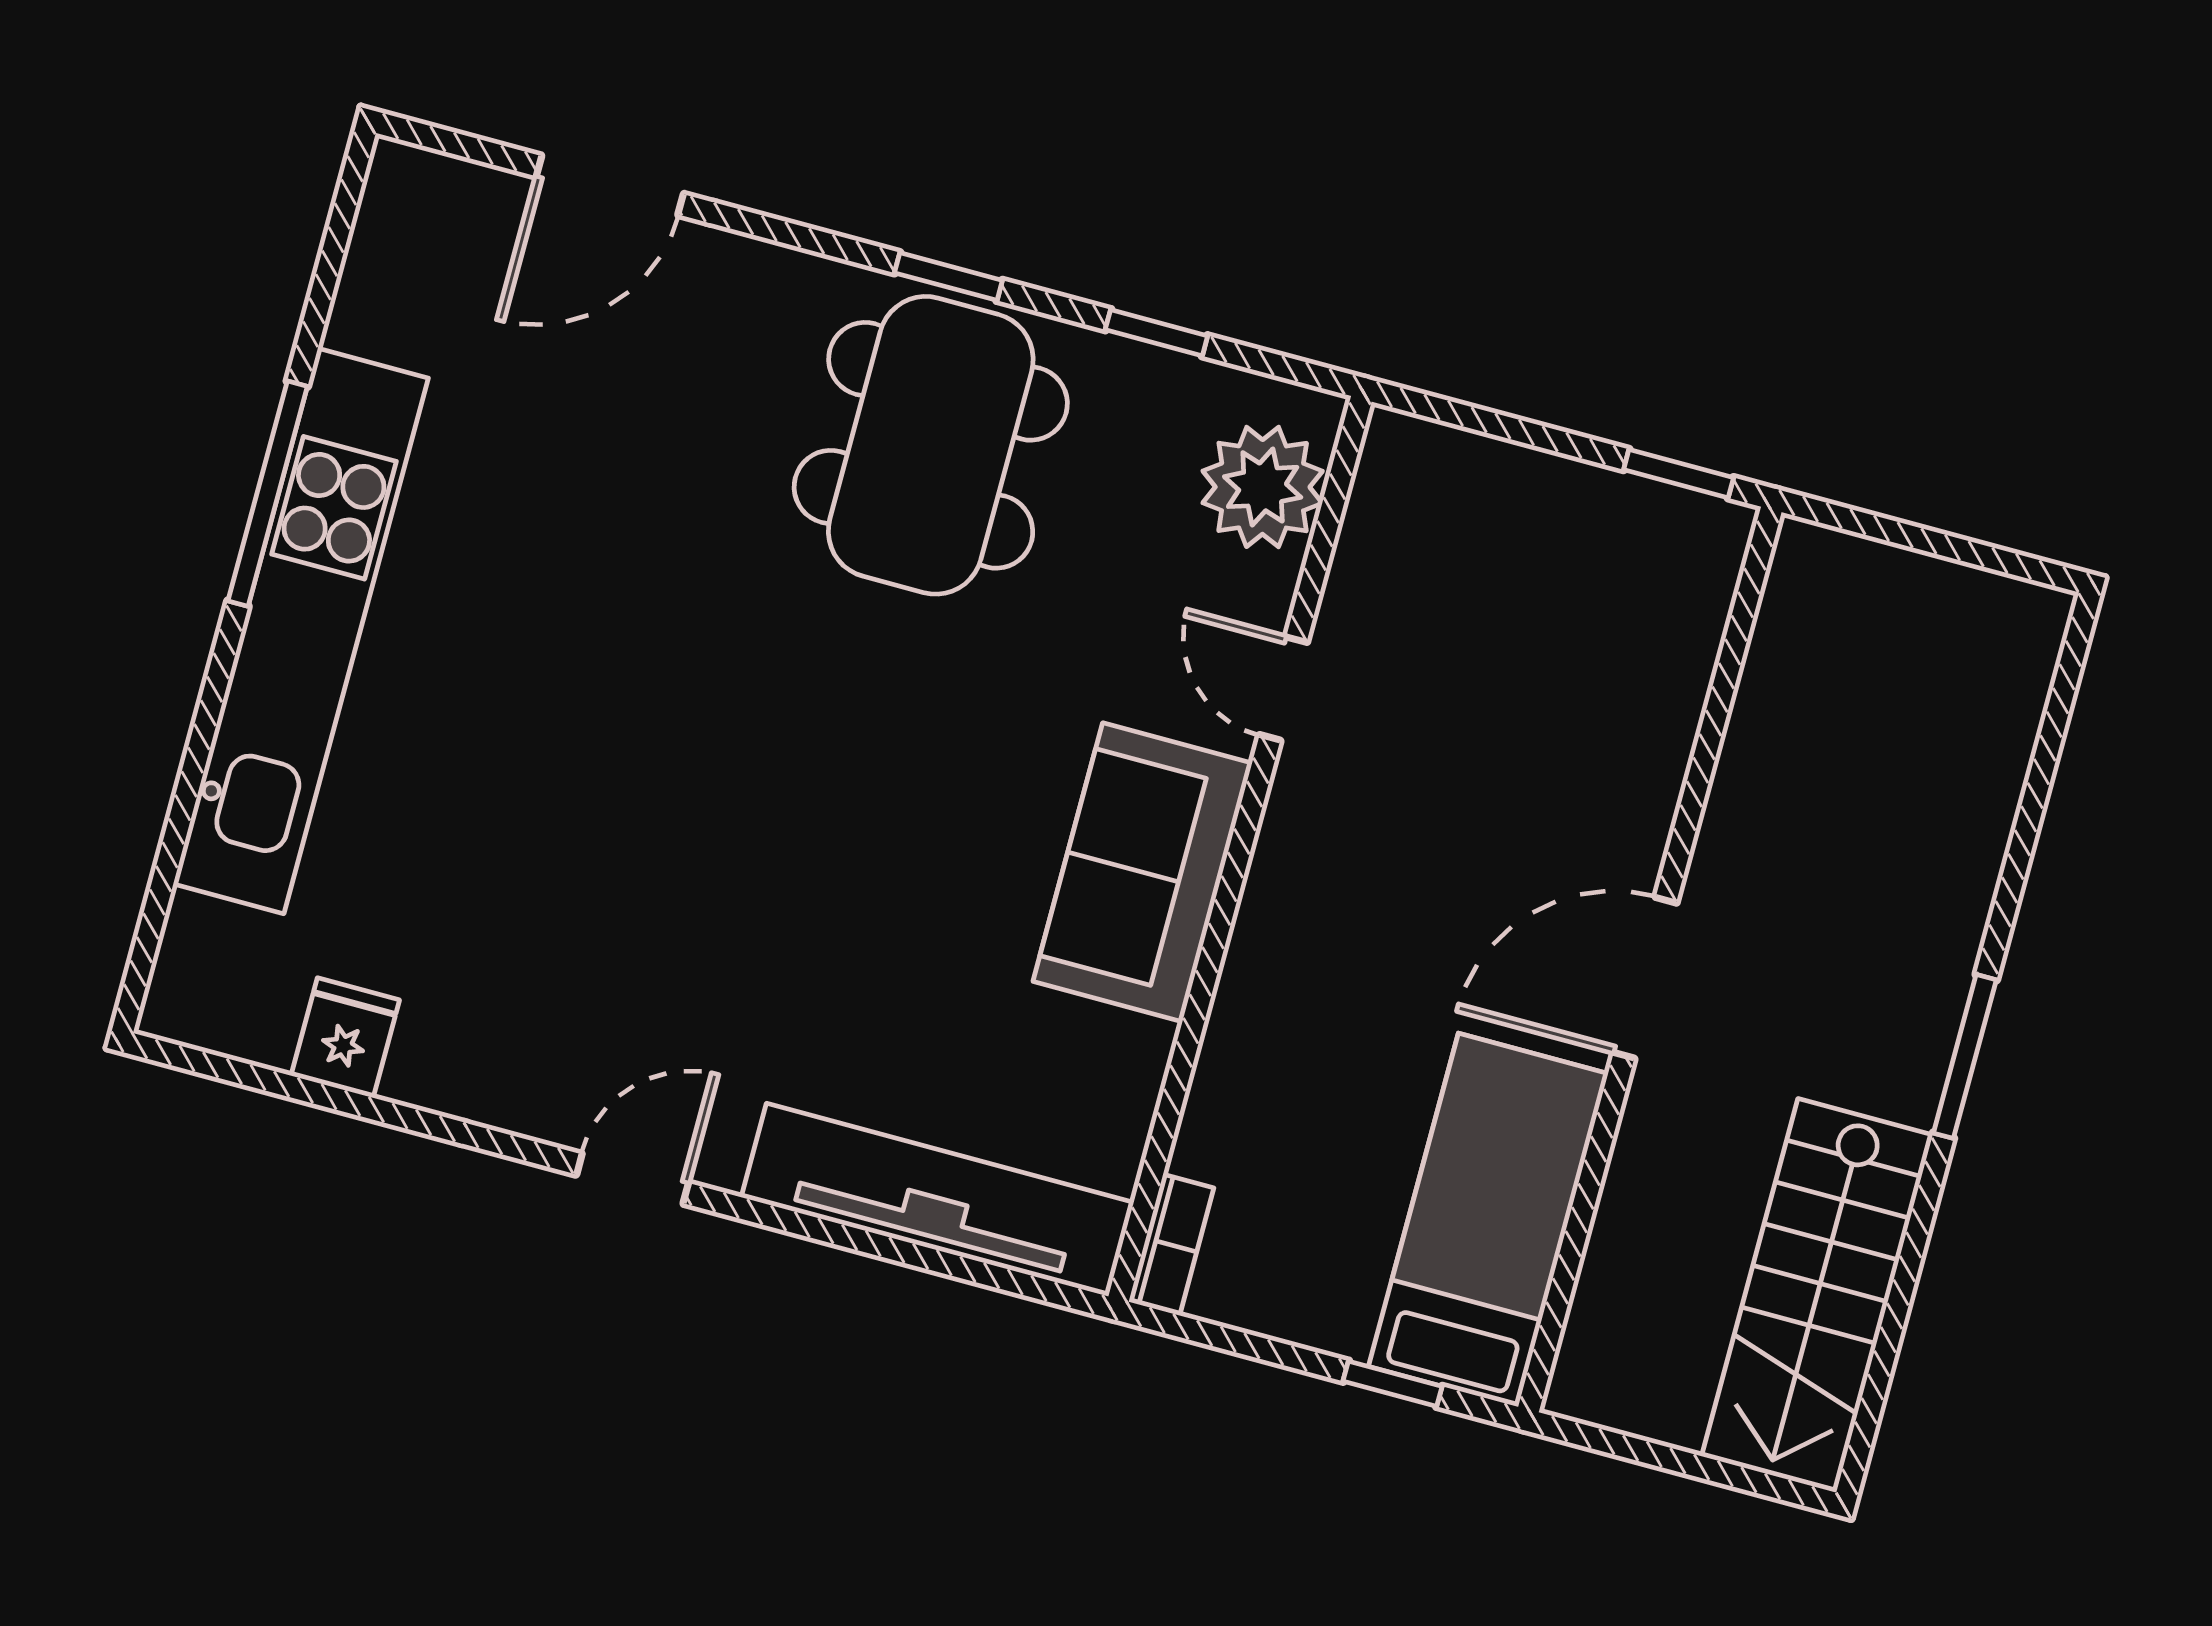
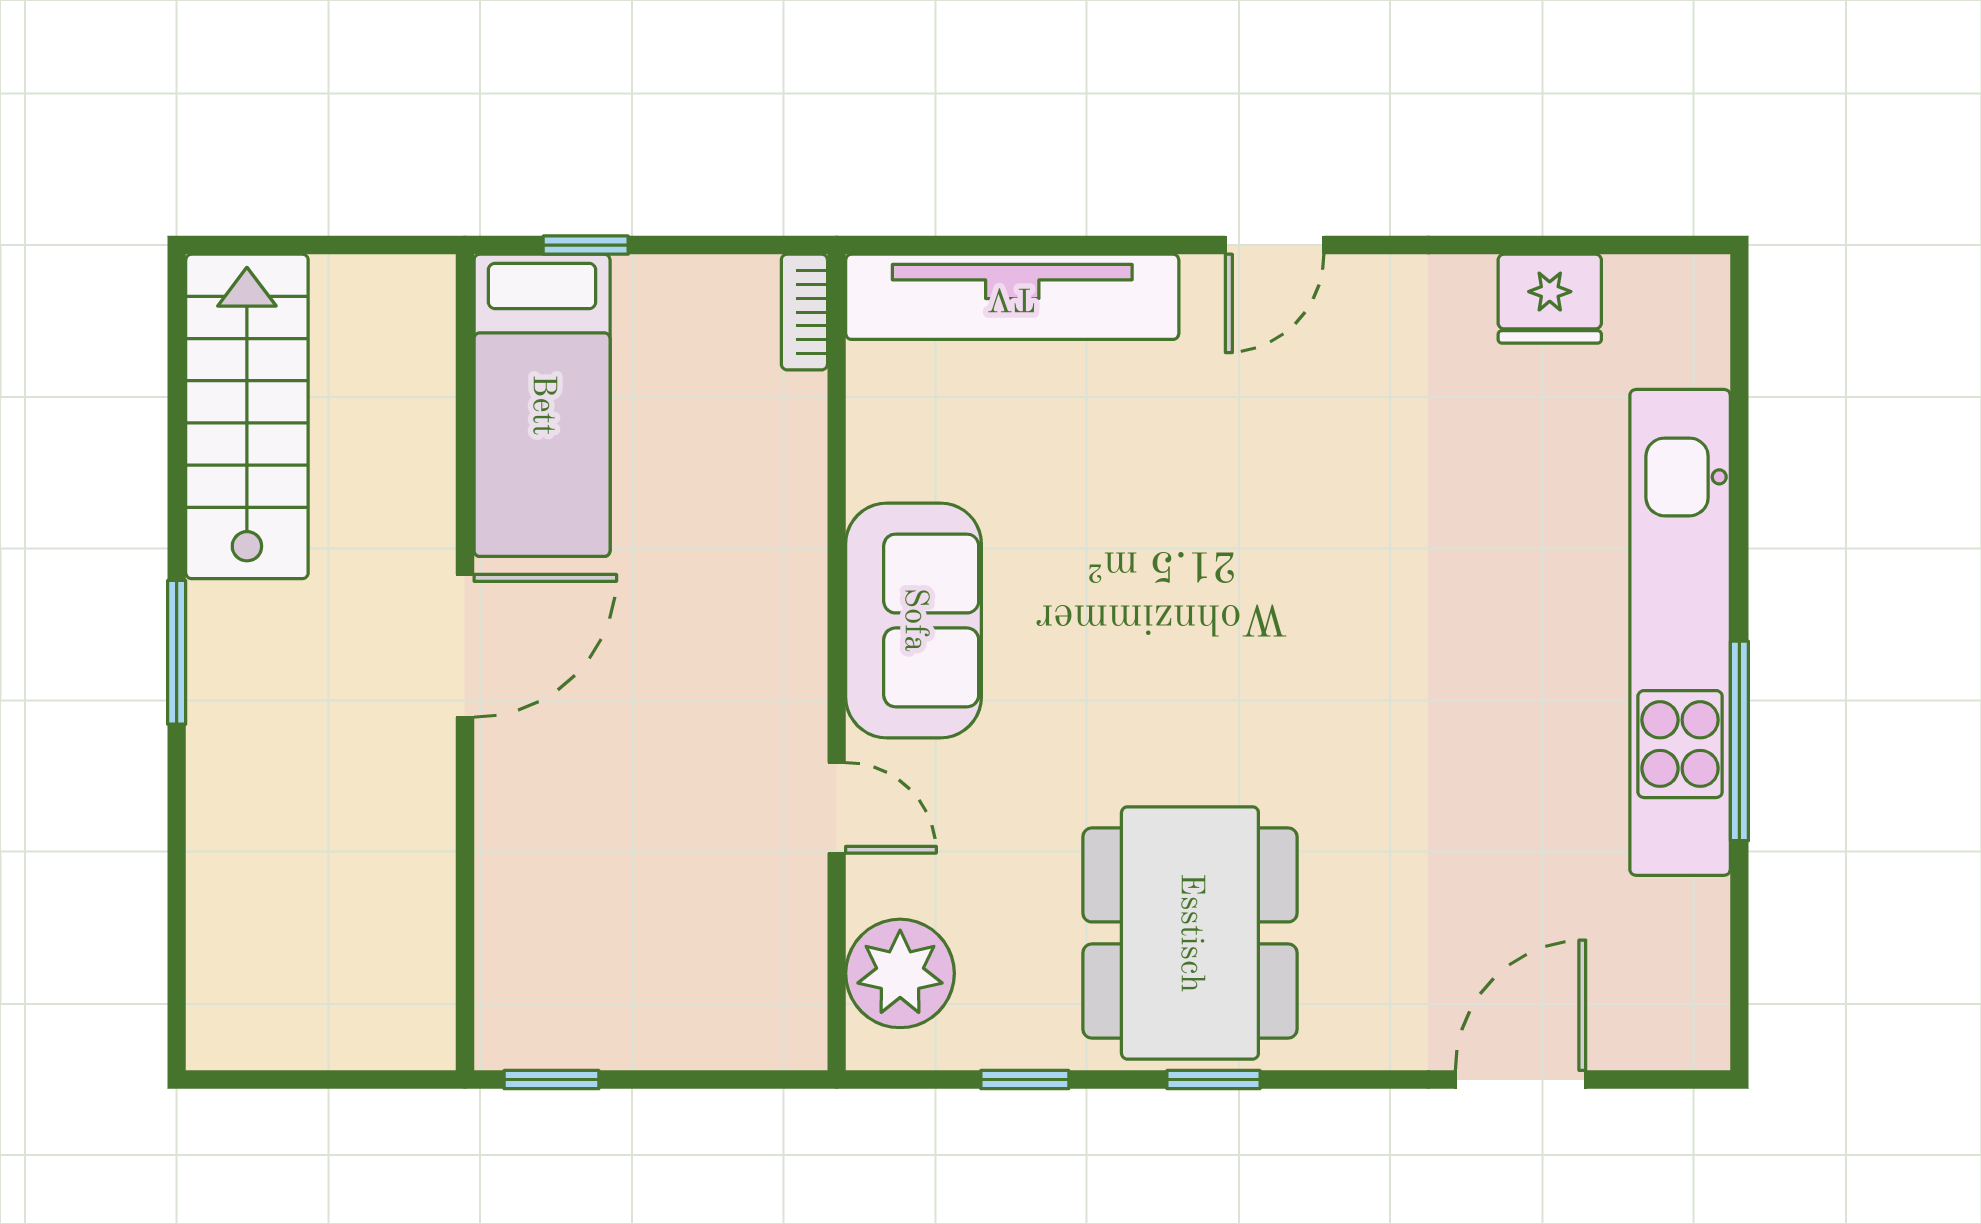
fridge: (345, 1038) -> (1550, 299), width x1.38

